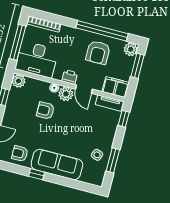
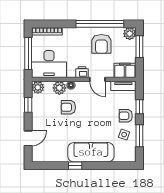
plant: (66, 94) -> (59, 88), moved
window: (124, 119) -> (139, 107), moved
armchair: (20, 154) -> (126, 116), moved

